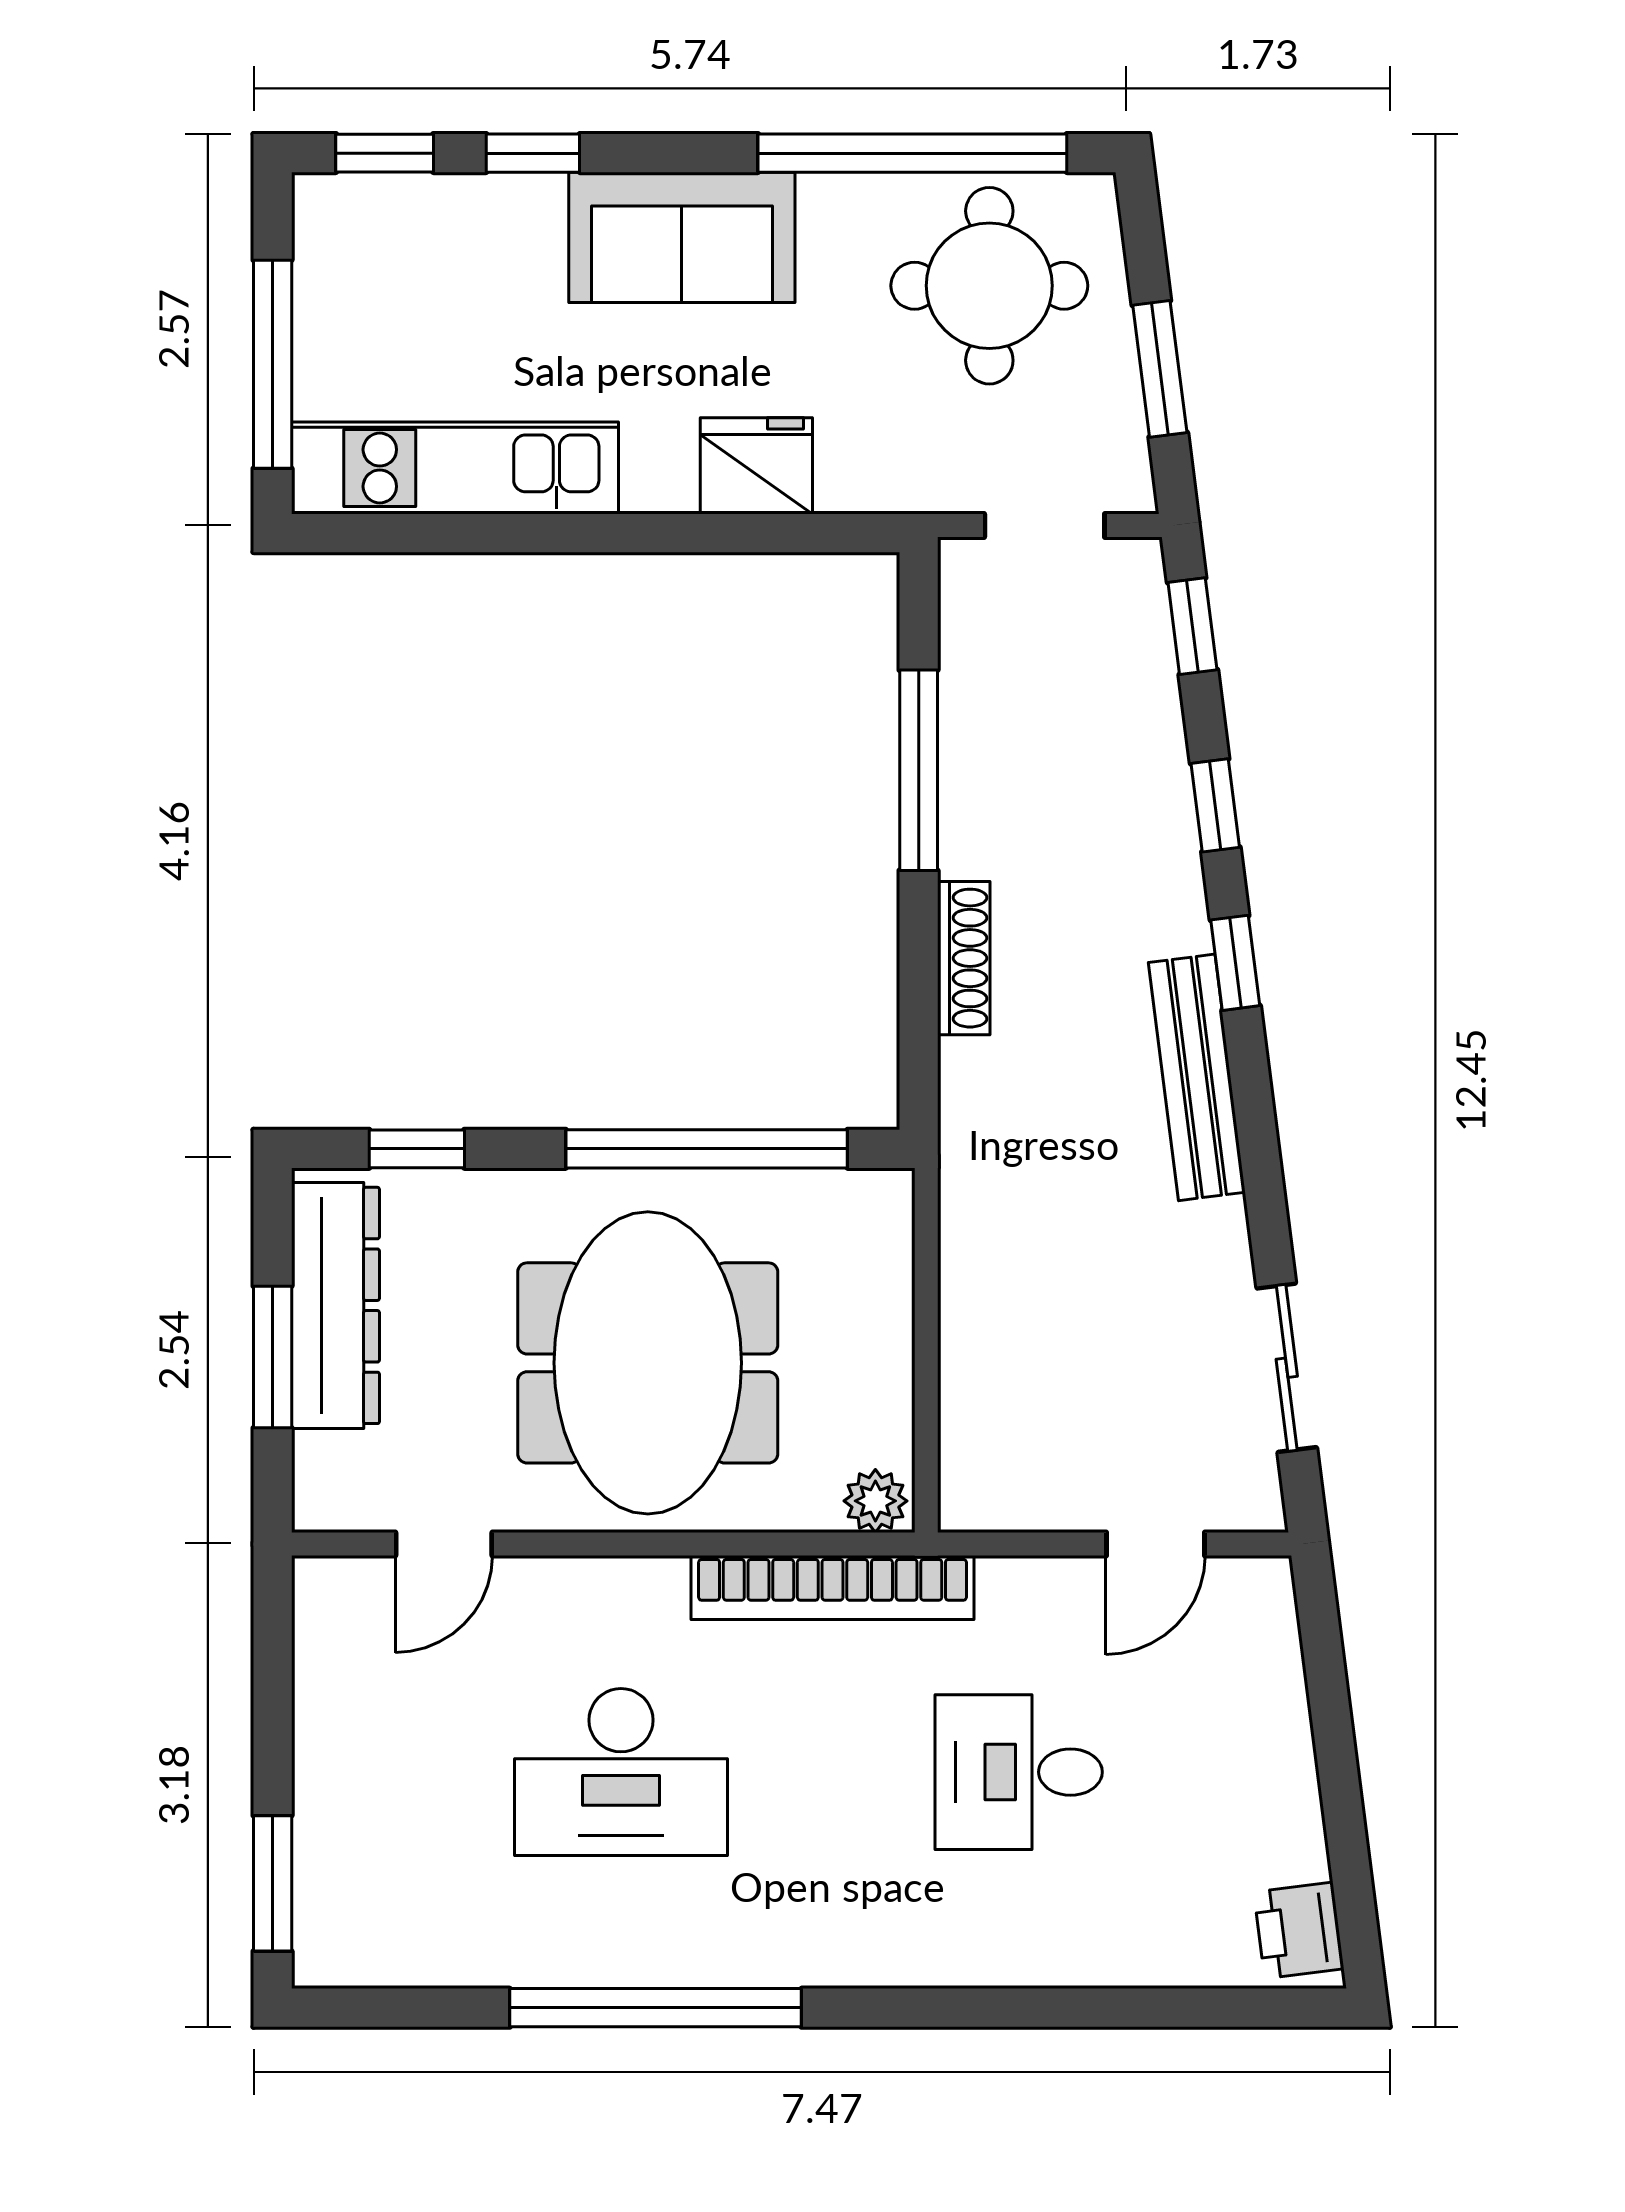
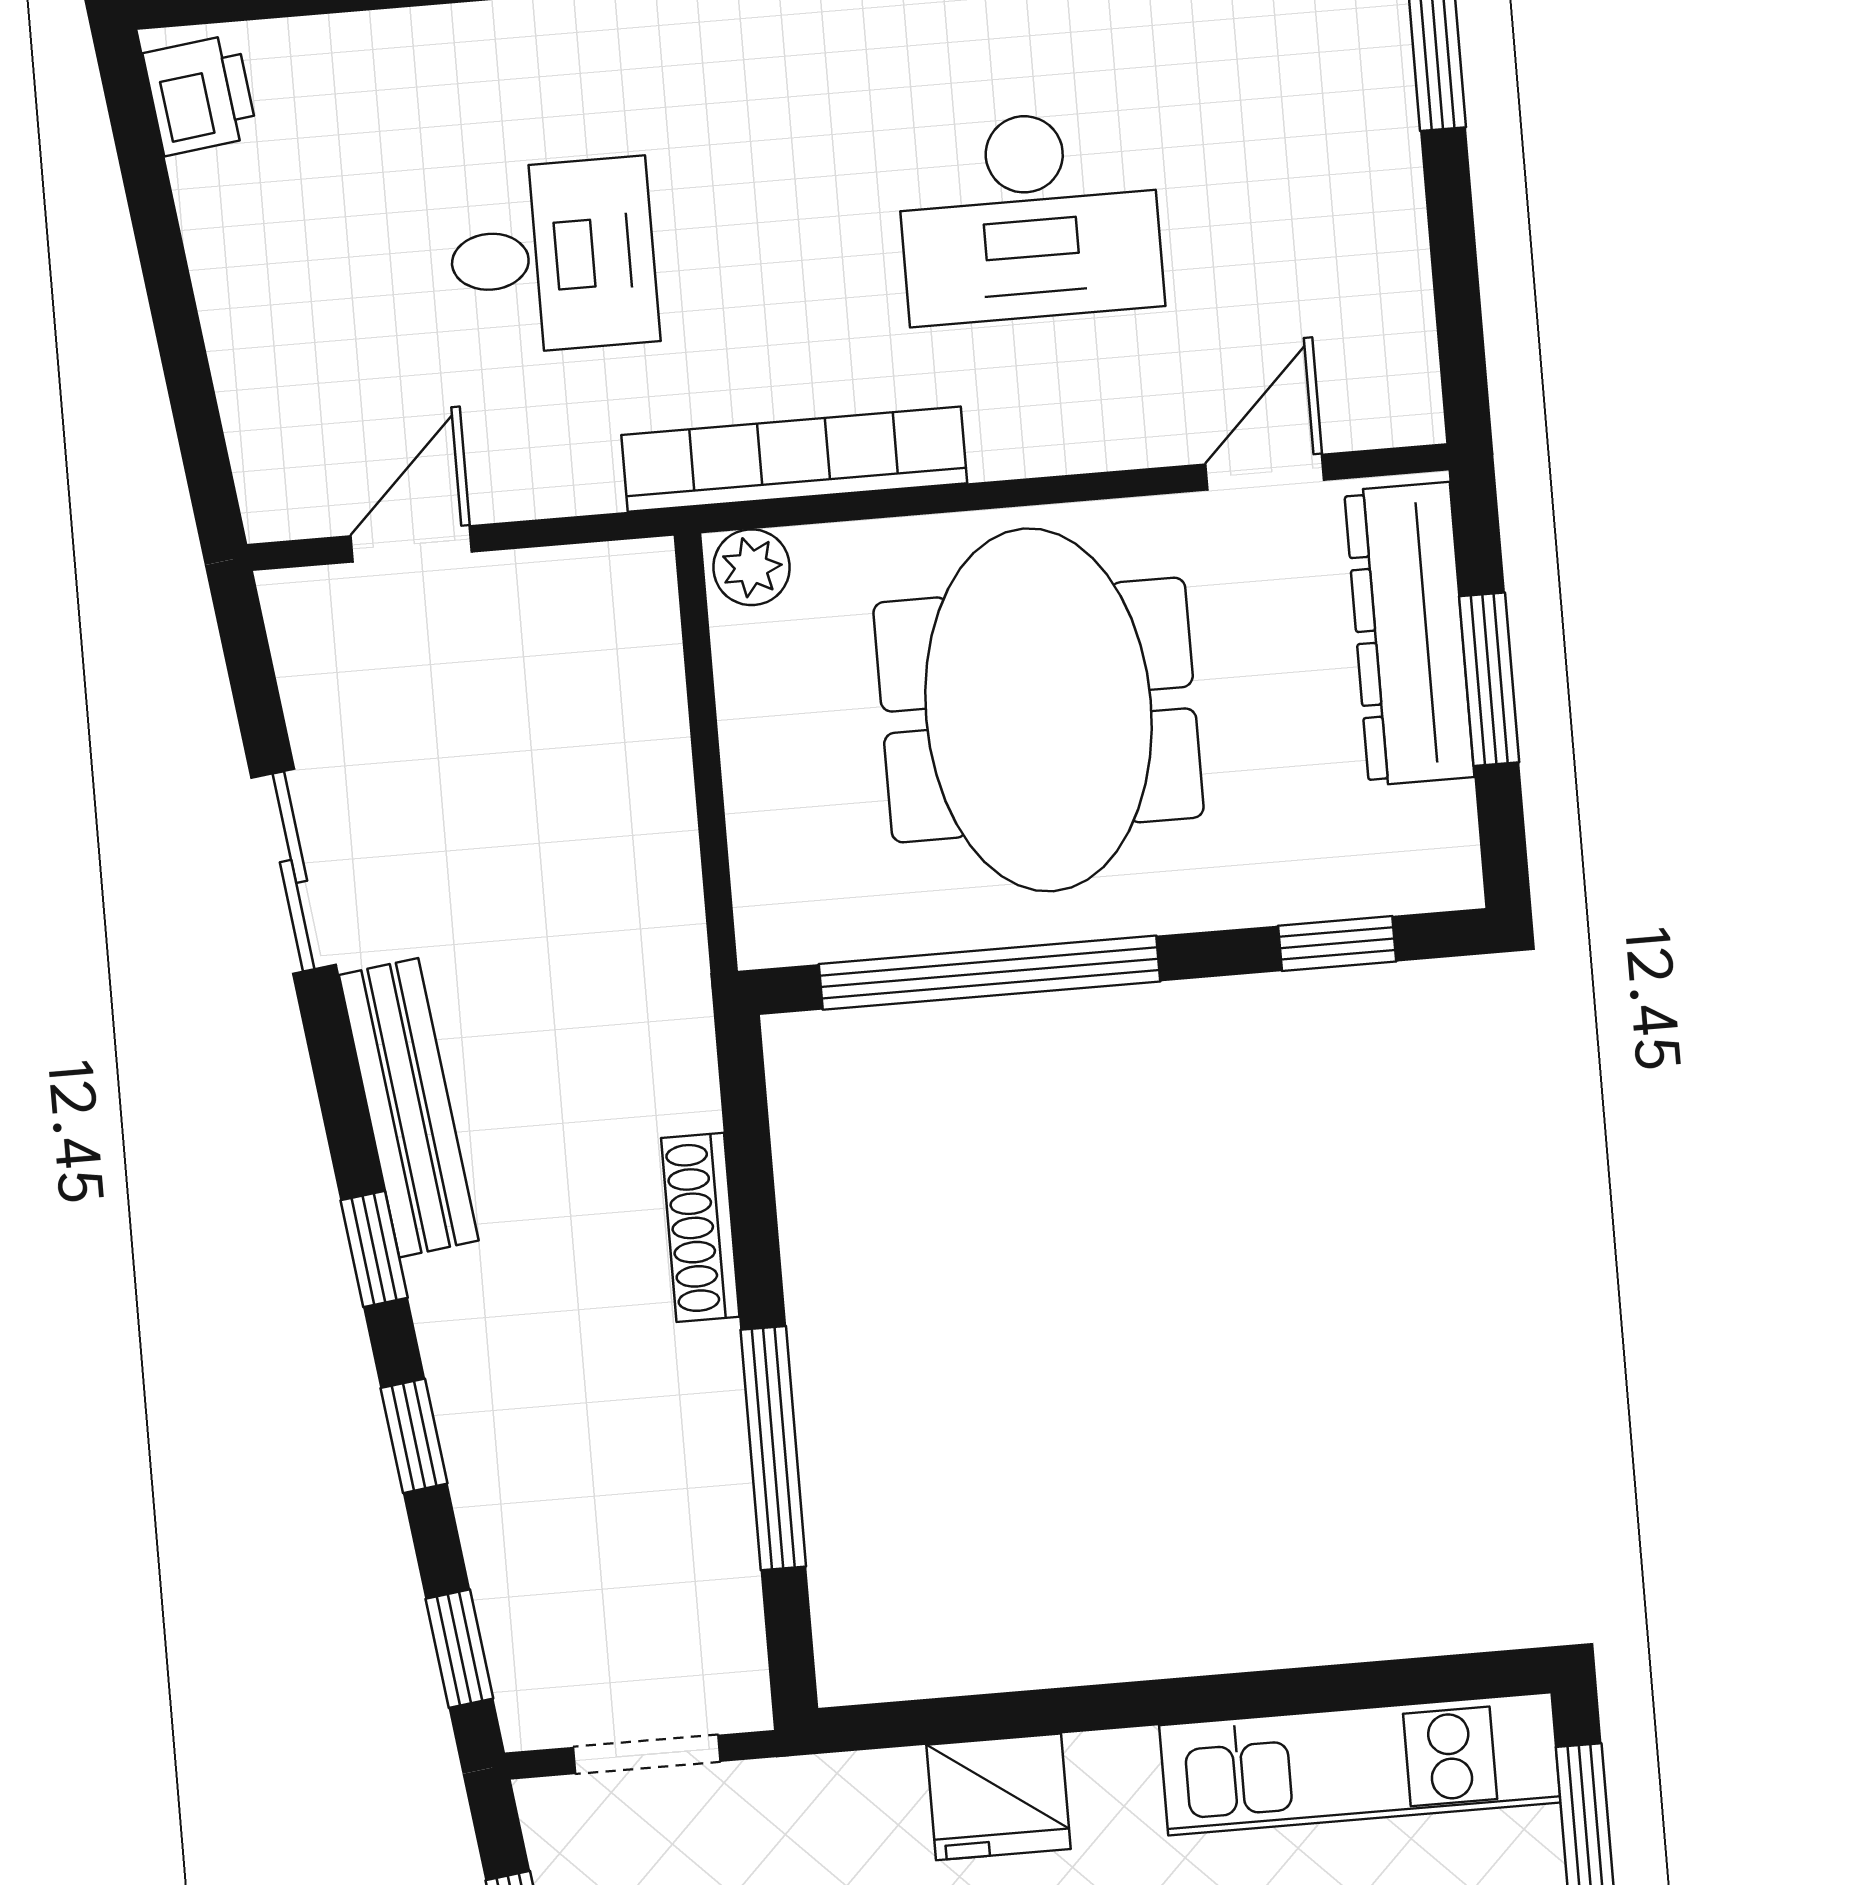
dresser: (335, 1305) -> (1409, 634), moved
sliding door: (1287, 1368) -> (294, 871), moved
desk: (621, 1772) -> (1029, 216), turned 180

